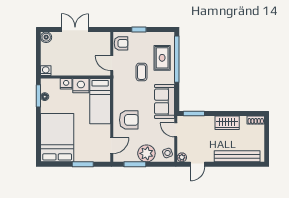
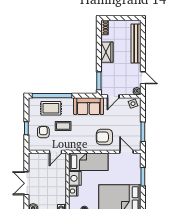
armchair: (121, 43) -> (43, 132), moved
armchair: (129, 120) -> (104, 137), turned -90
plant: (146, 153) -> (133, 122), removed

